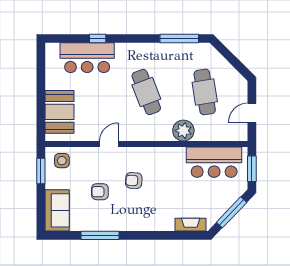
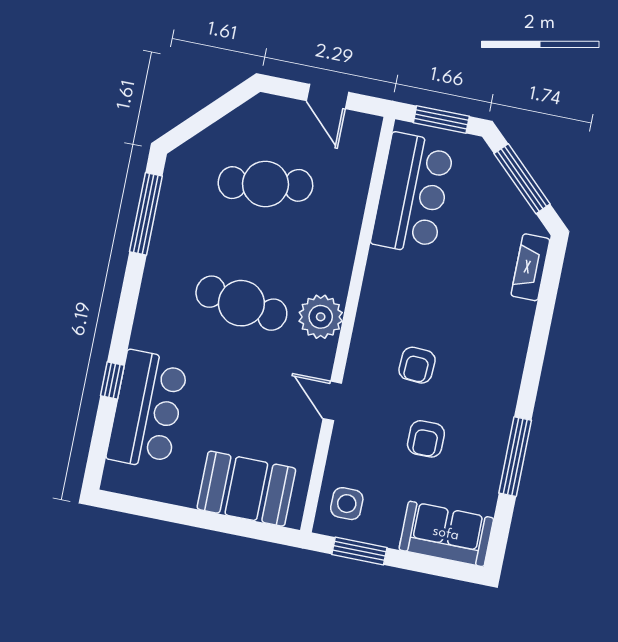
cafe table: (146, 92) -> (241, 303), turned 30
plant: (183, 131) -> (321, 317), moved

